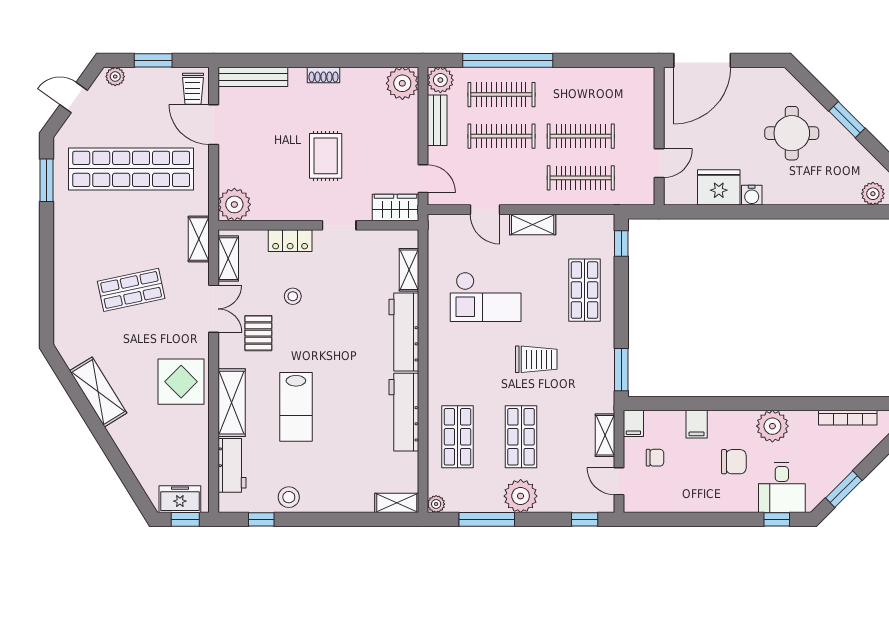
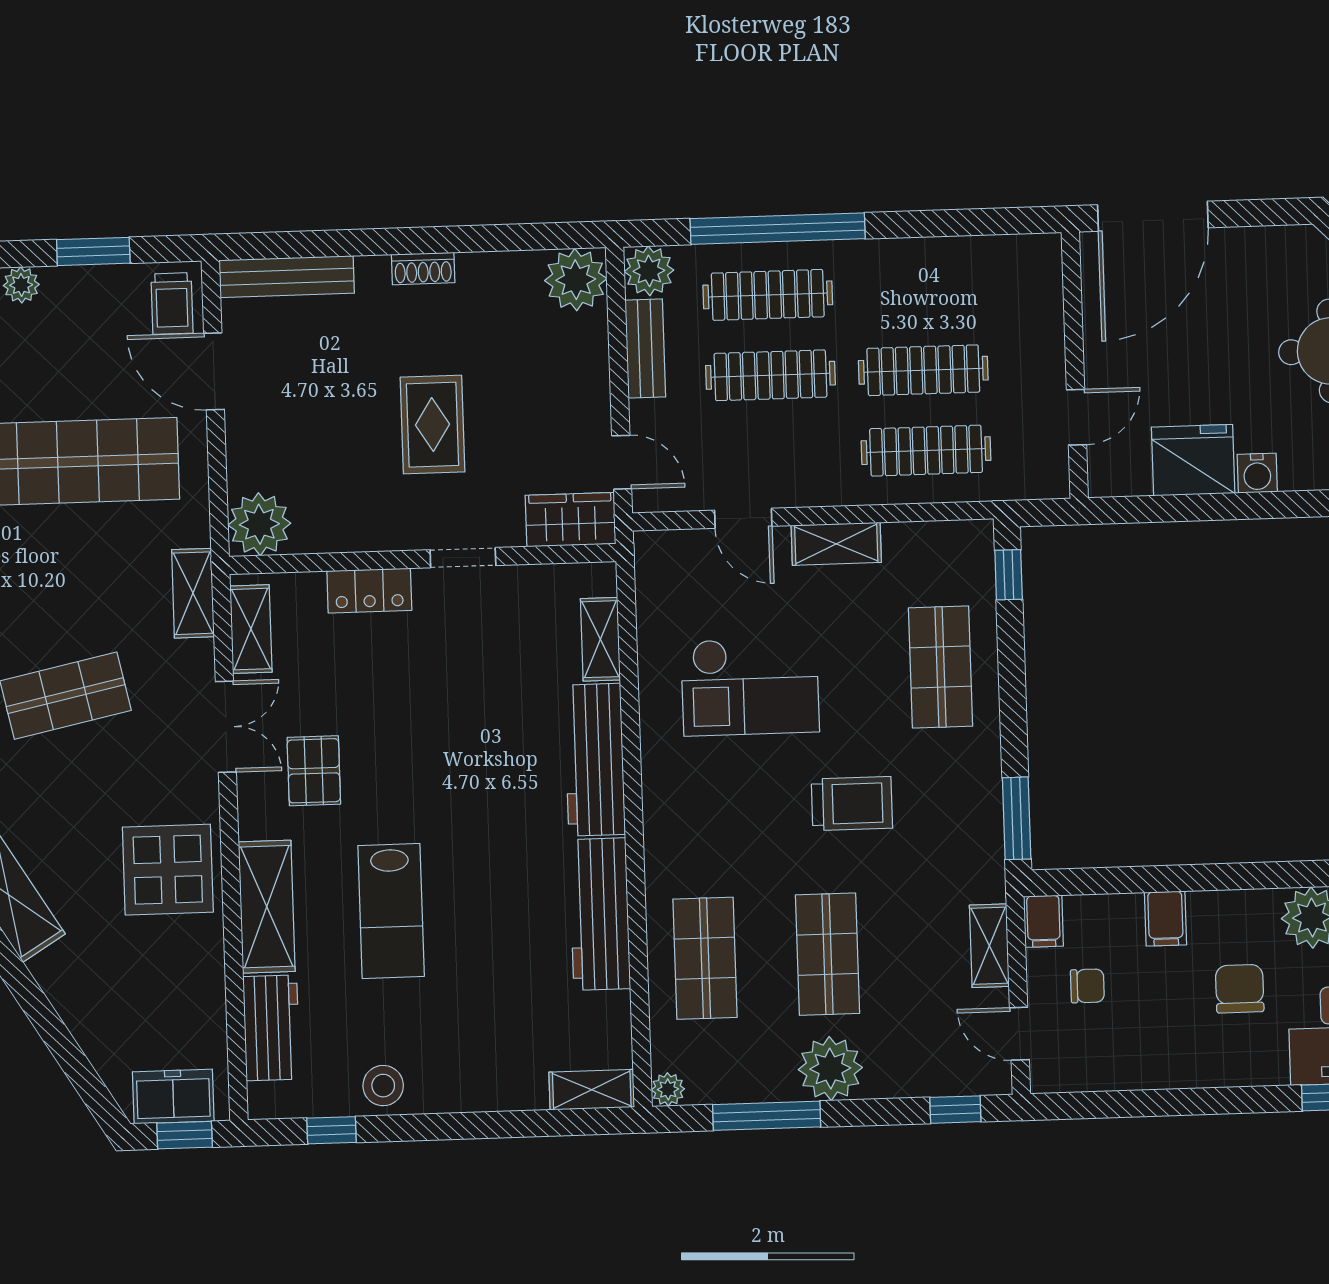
stool: (293, 296) -> (378, 698), removed
chair: (734, 462) -> (1240, 989), turned -90

